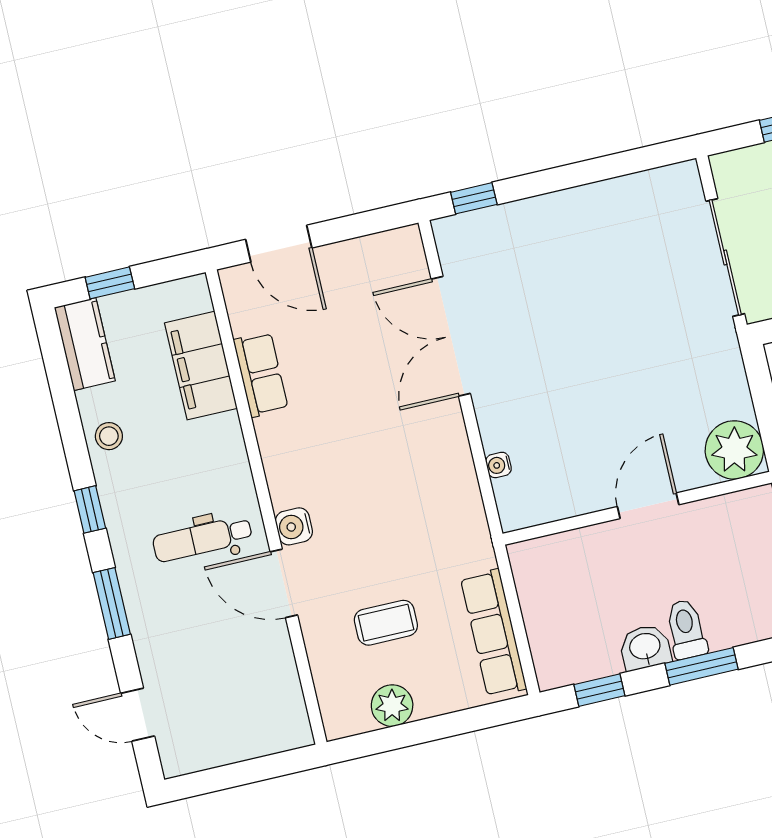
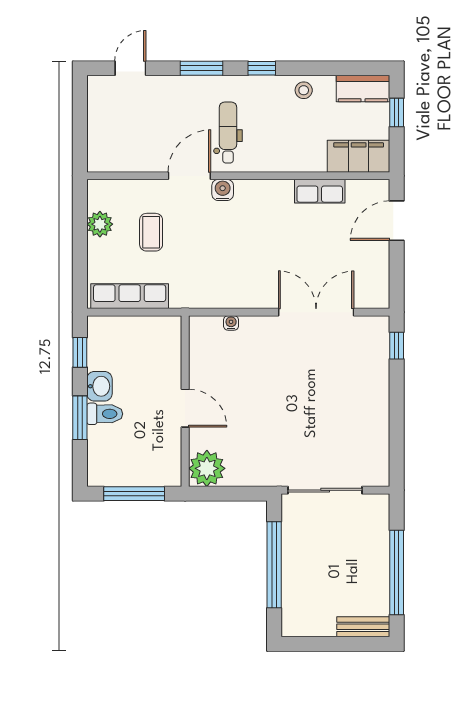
filing cabinet: (201, 366) -> (359, 156), moved

